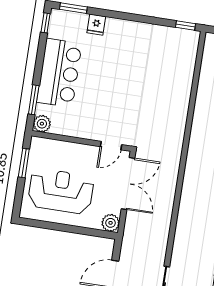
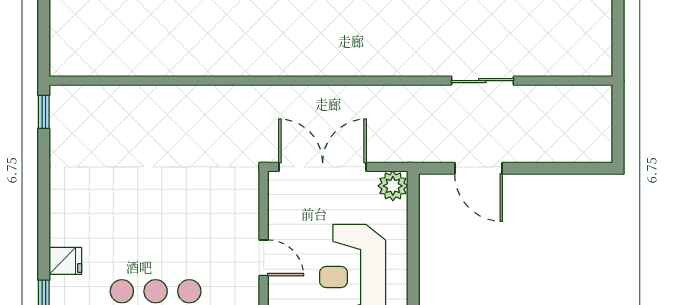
door: (111, 146) -> (264, 258), moved

